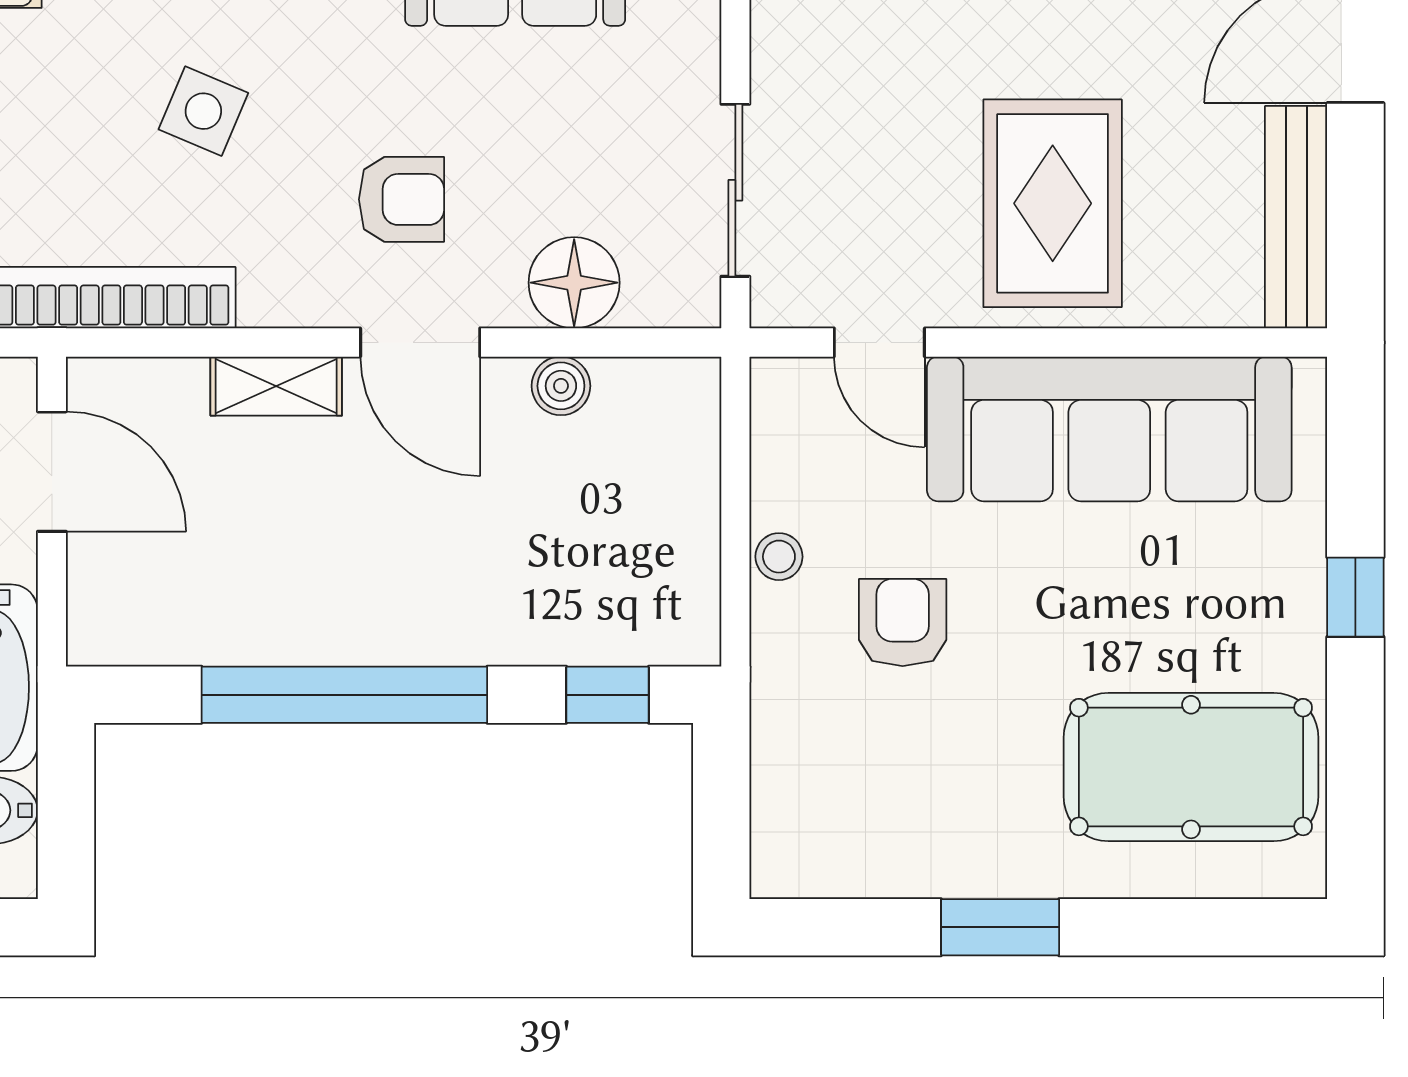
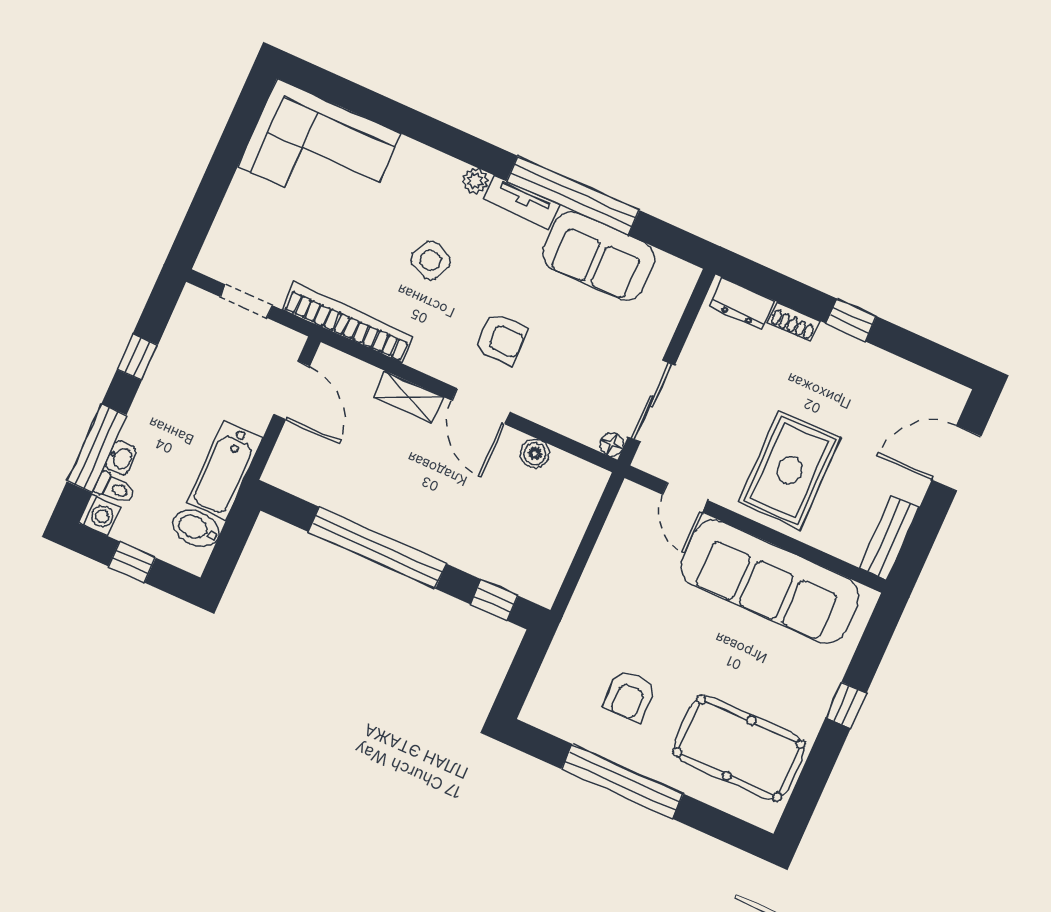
bench: (1296, 217) -> (889, 538), width x0.73
floor lamp: (574, 283) -> (612, 444), moved, width x0.53, depth x0.53
stool: (779, 557) -> (598, 573), removed
armchair: (903, 622) -> (630, 696), moved, turned 180
window: (1000, 927) -> (622, 781), width x2.11

